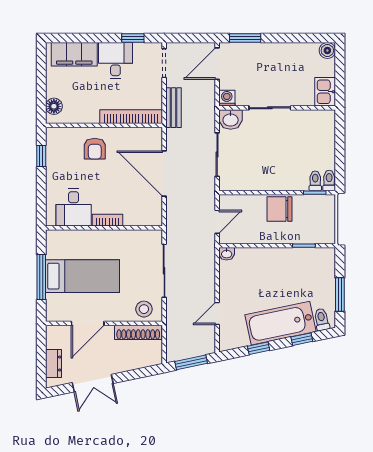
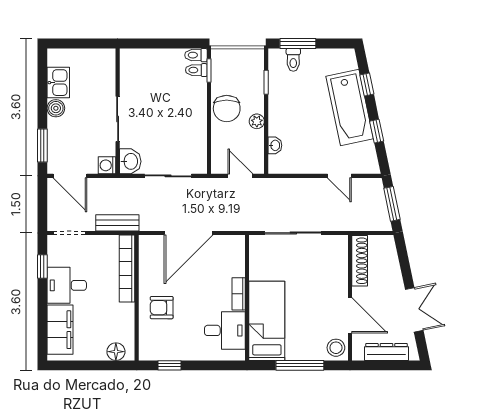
boiler: (327, 50) -> (56, 108), moved
kitchen sink: (325, 92) -> (58, 83), moved, turned -90
armchair: (95, 149) -> (162, 308), turned 180
plant: (268, 237) -> (257, 121), added
washbasin: (227, 254) -> (275, 145), moved
bed: (82, 276) -> (267, 321), moved
window: (340, 295) -> (298, 44), moved
stool: (144, 309) -> (336, 348), moved
toilet: (322, 319) -> (293, 60), moved, turned -78
dresser: (54, 364) -> (386, 352), width x1.44

